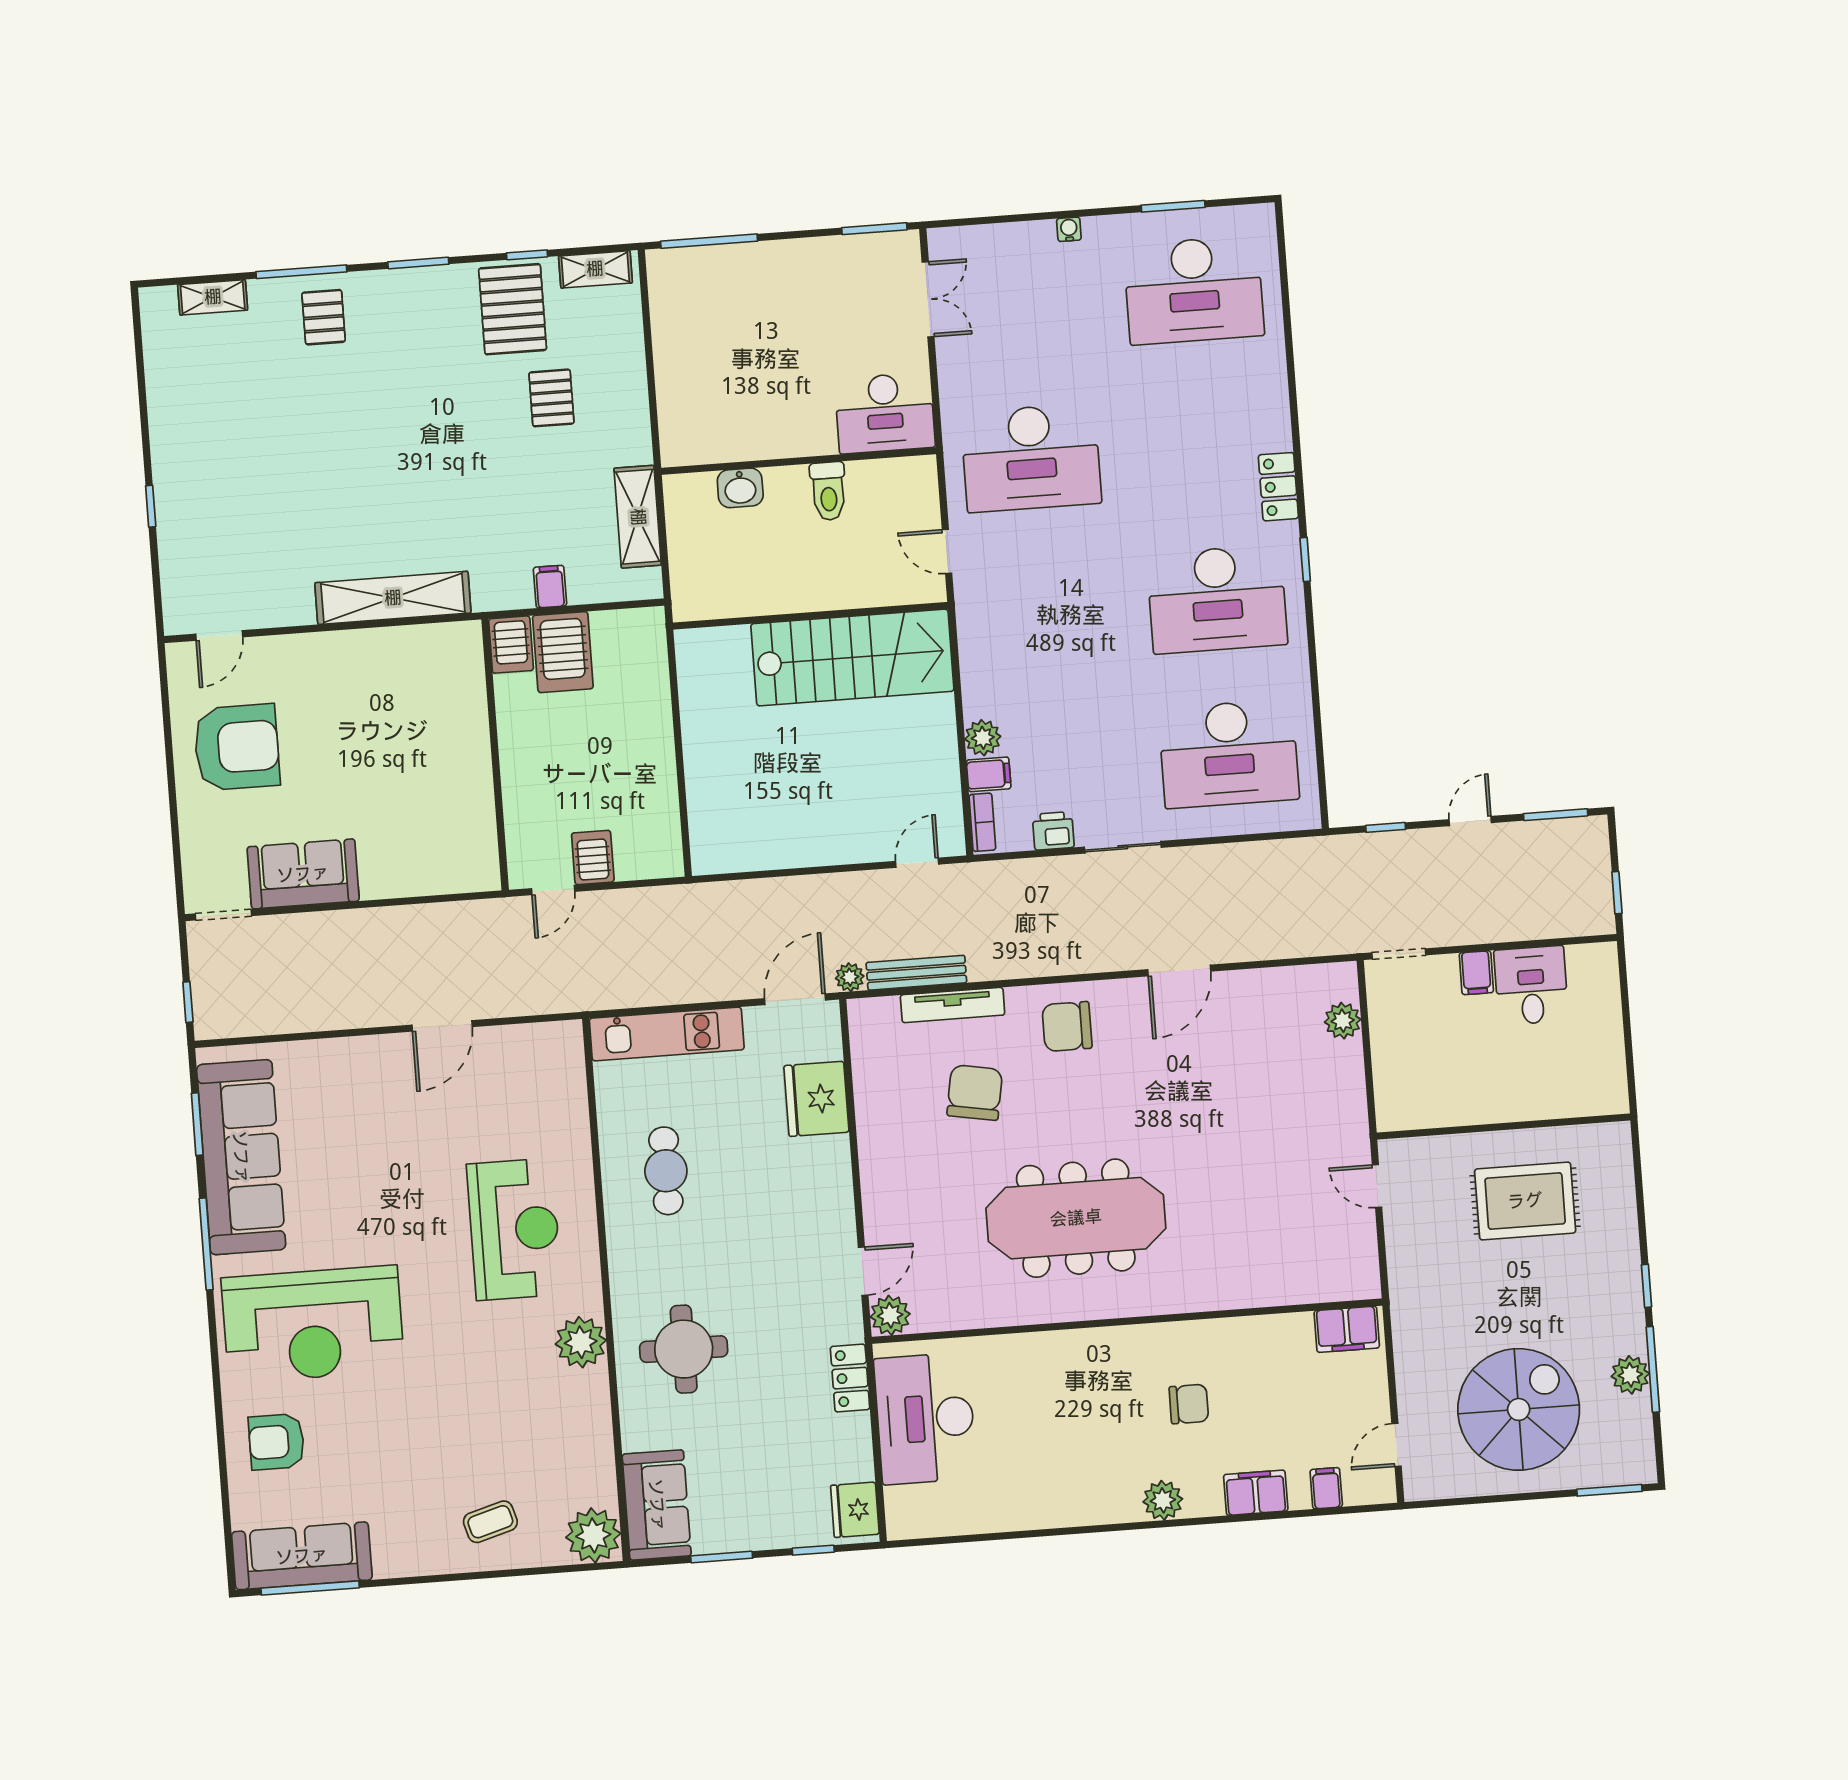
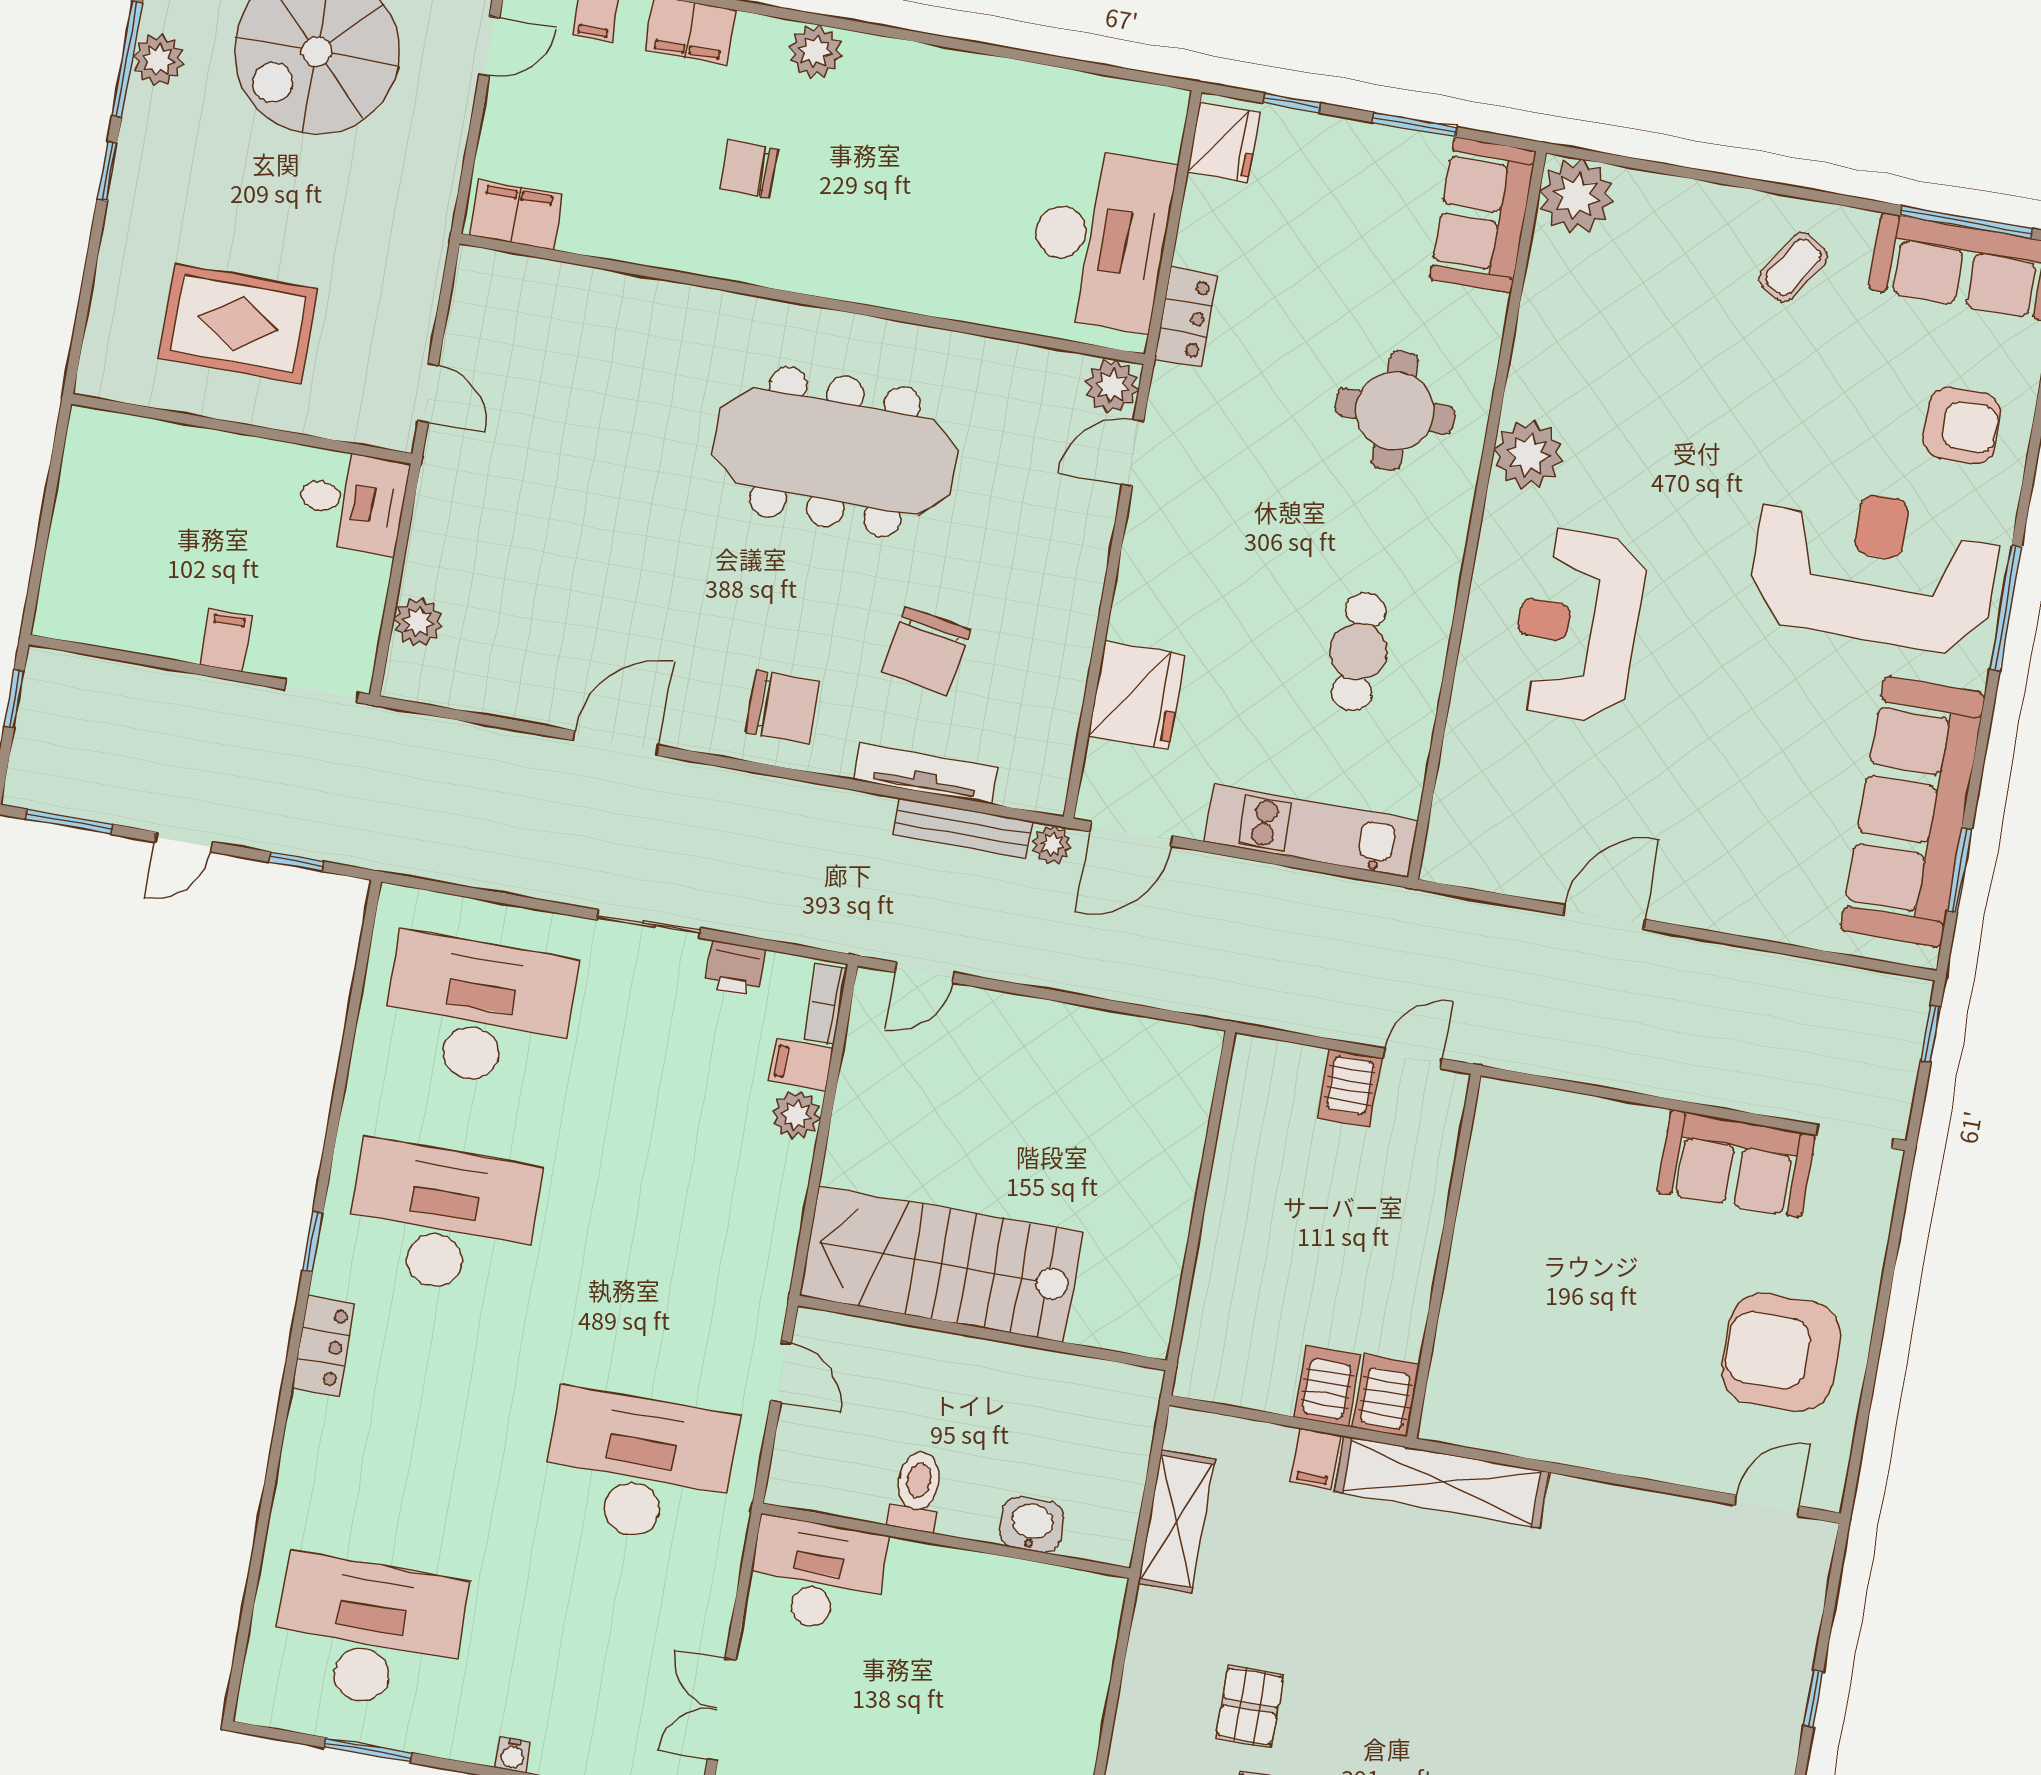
shelving: (393, 598) -> (1442, 1482), moved
server rack: (563, 652) -> (1327, 1386), width x0.73, depth x0.70
desk: (1531, 985) -> (352, 501), moved, turned -90
window: (206, 1244) -> (2006, 608), moved
coffee table: (490, 1522) -> (1793, 267), moved, turned -41

